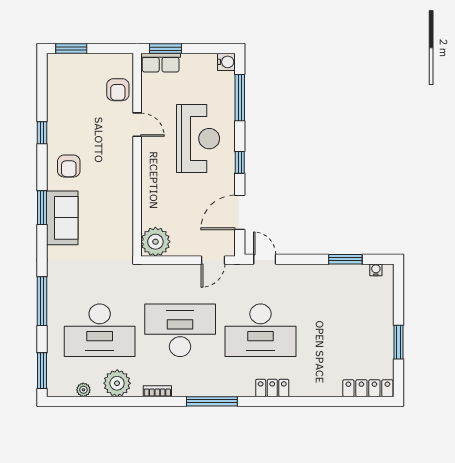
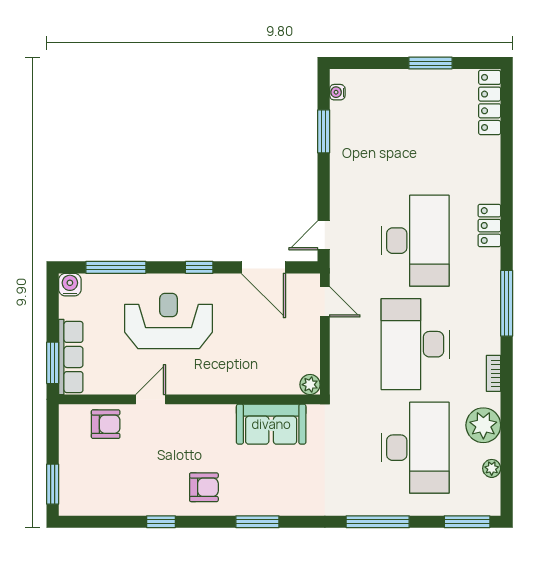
row of seats: (161, 63) -> (71, 357), width x1.48
sofa: (62, 218) -> (271, 424), moved, turned 180
plant: (155, 242) -> (310, 385), width x0.53, depth x0.53

